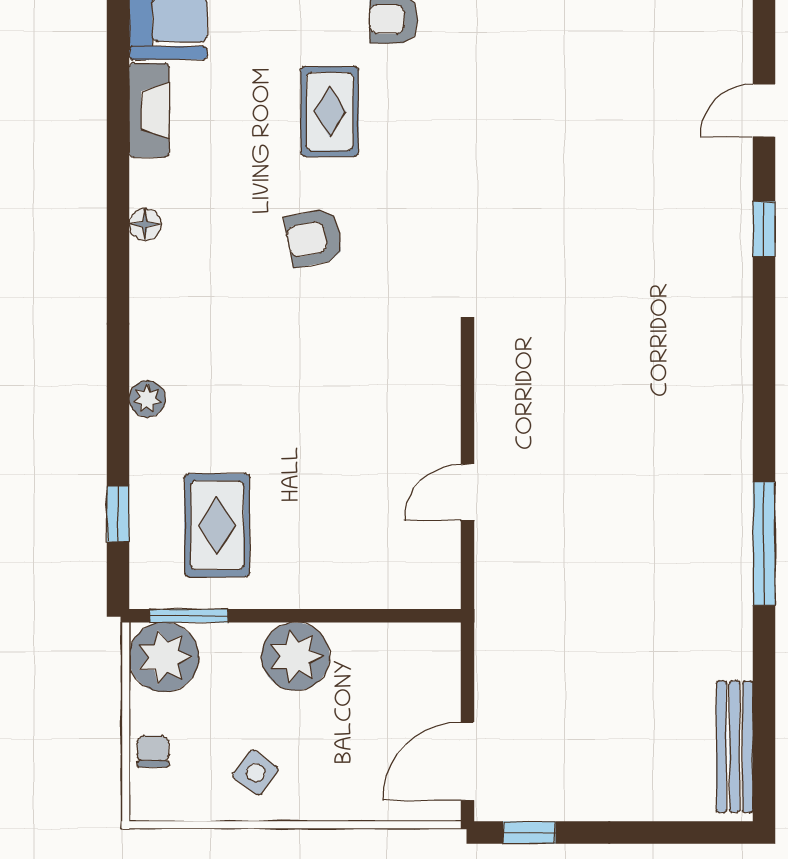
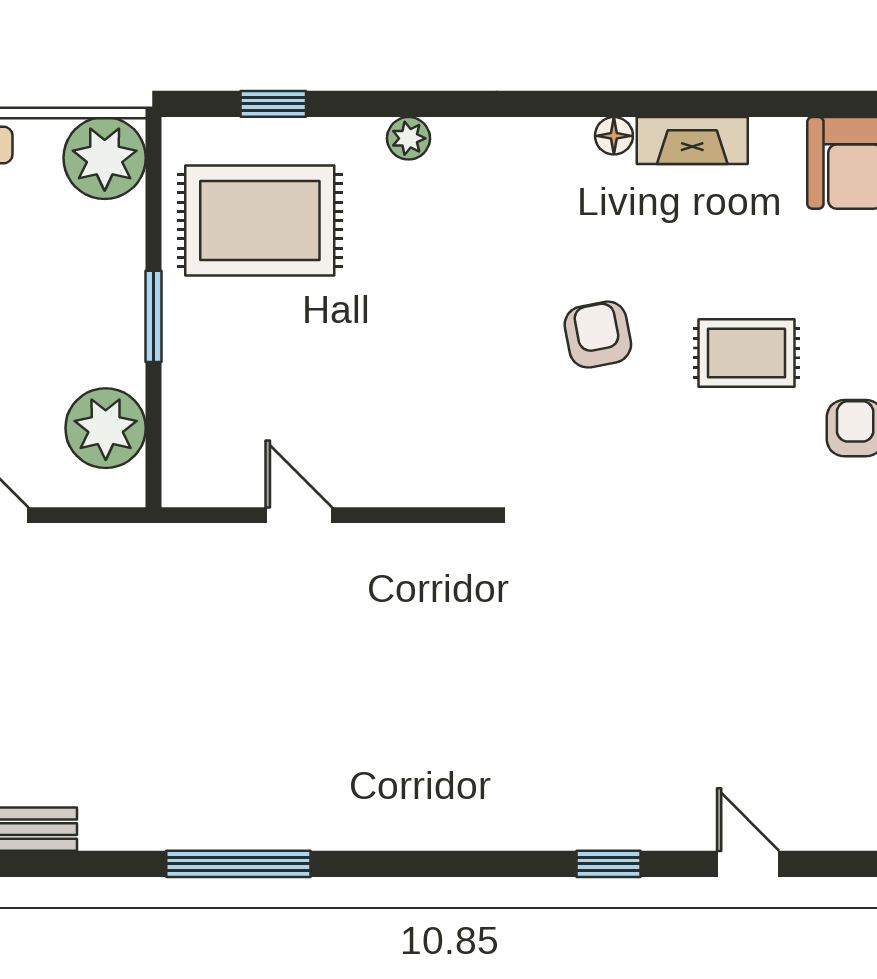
fireplace: (149, 110) -> (692, 141), moved
rug: (217, 525) -> (260, 221), width x1.36, depth x1.43
window: (189, 616) -> (153, 316), moved
plant: (296, 656) -> (106, 428), moved

